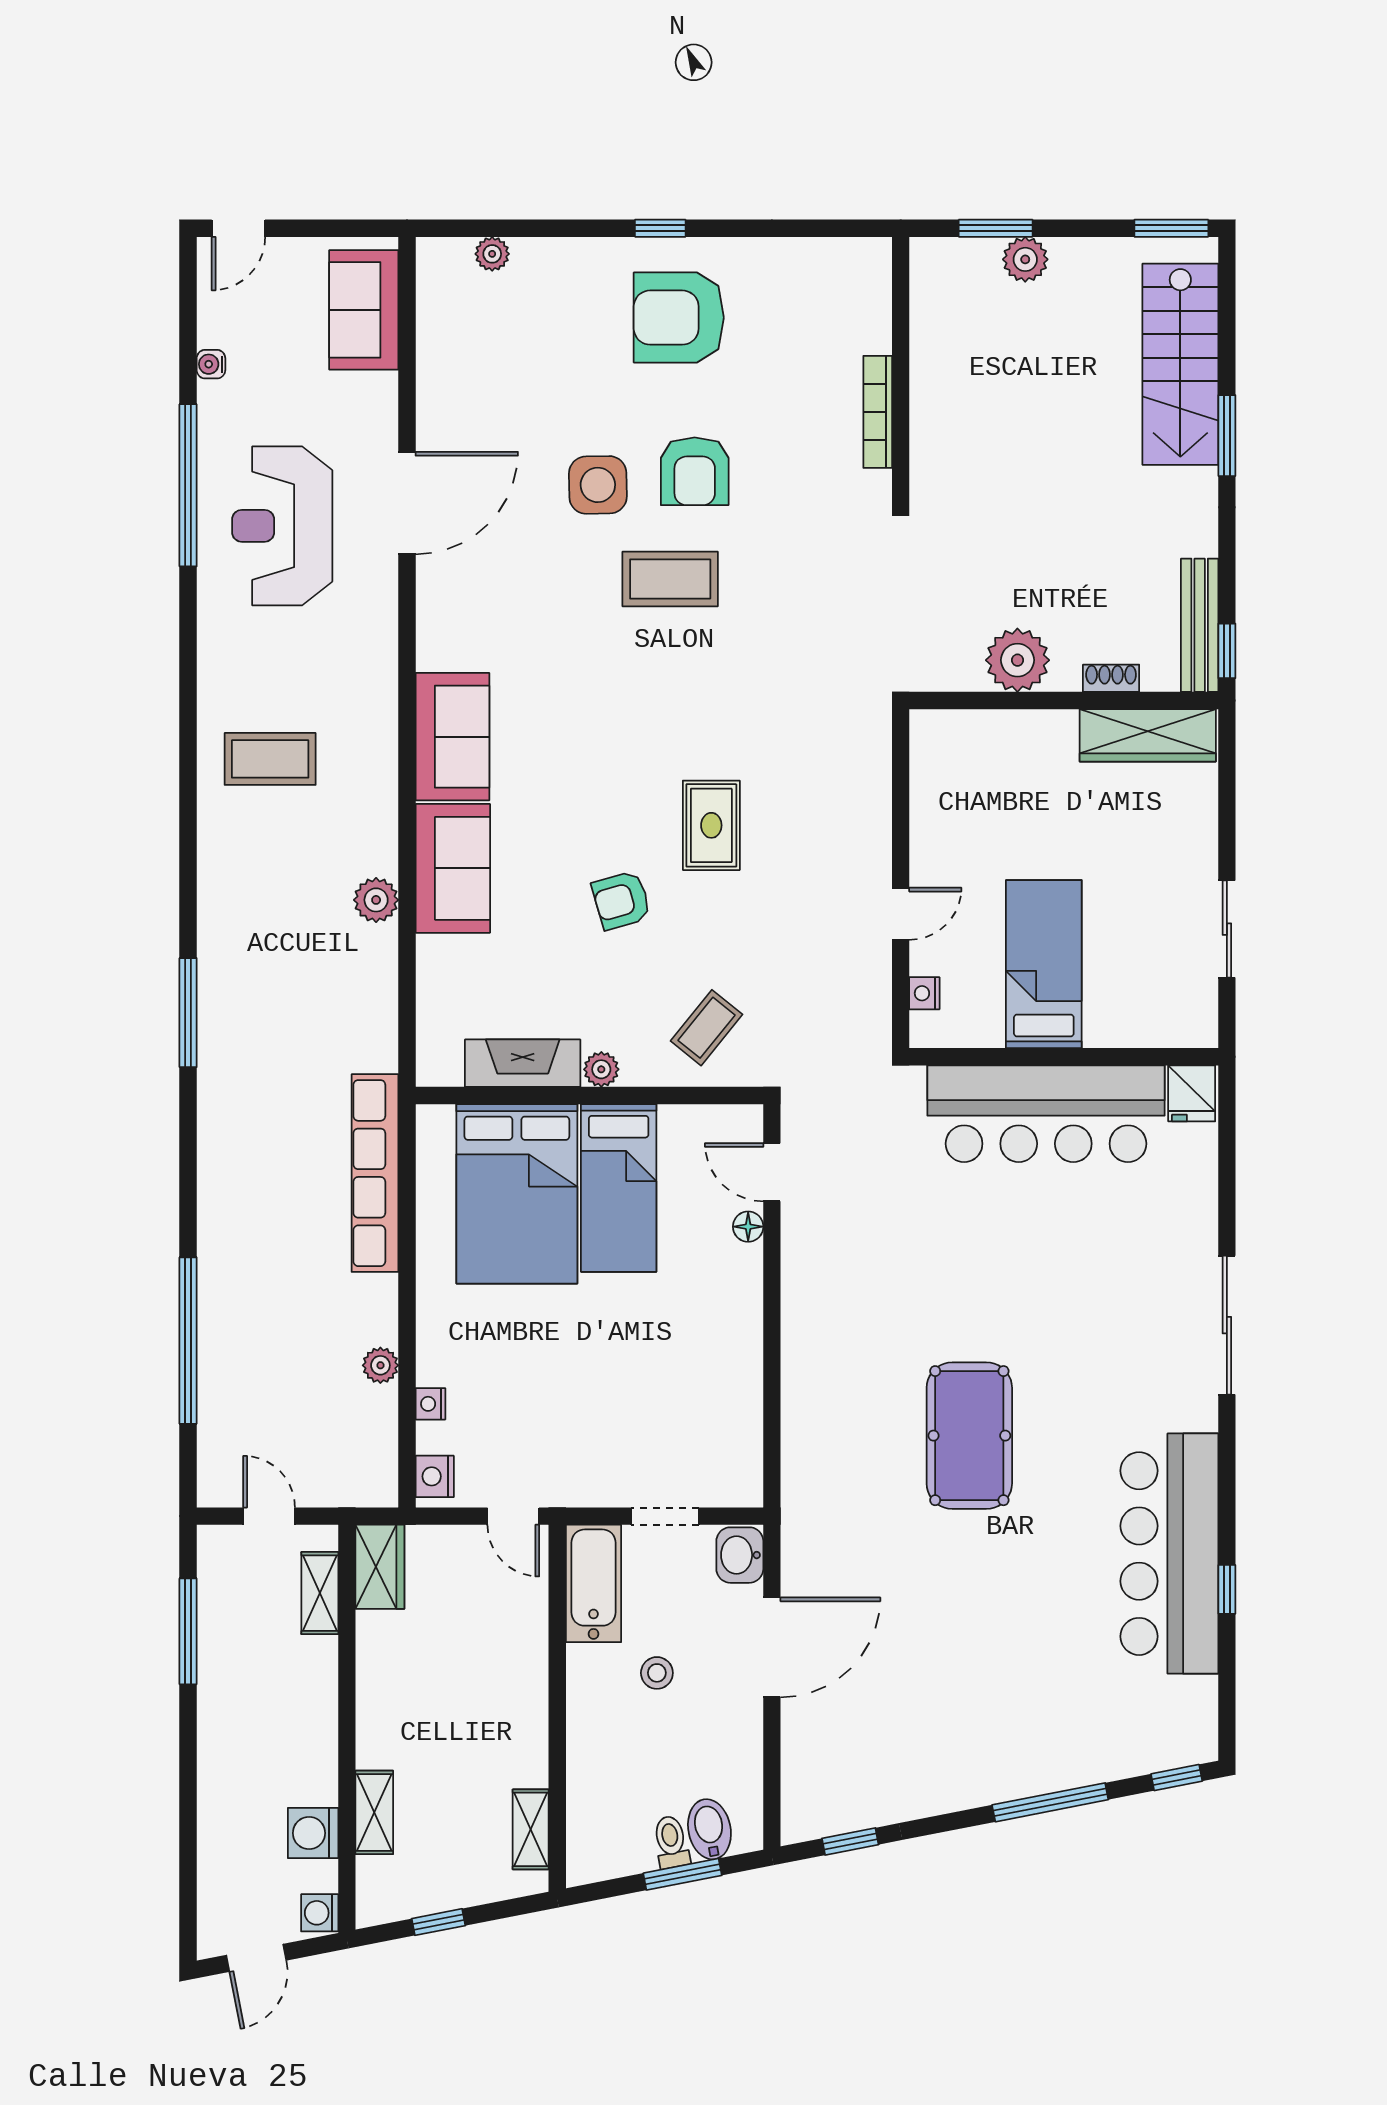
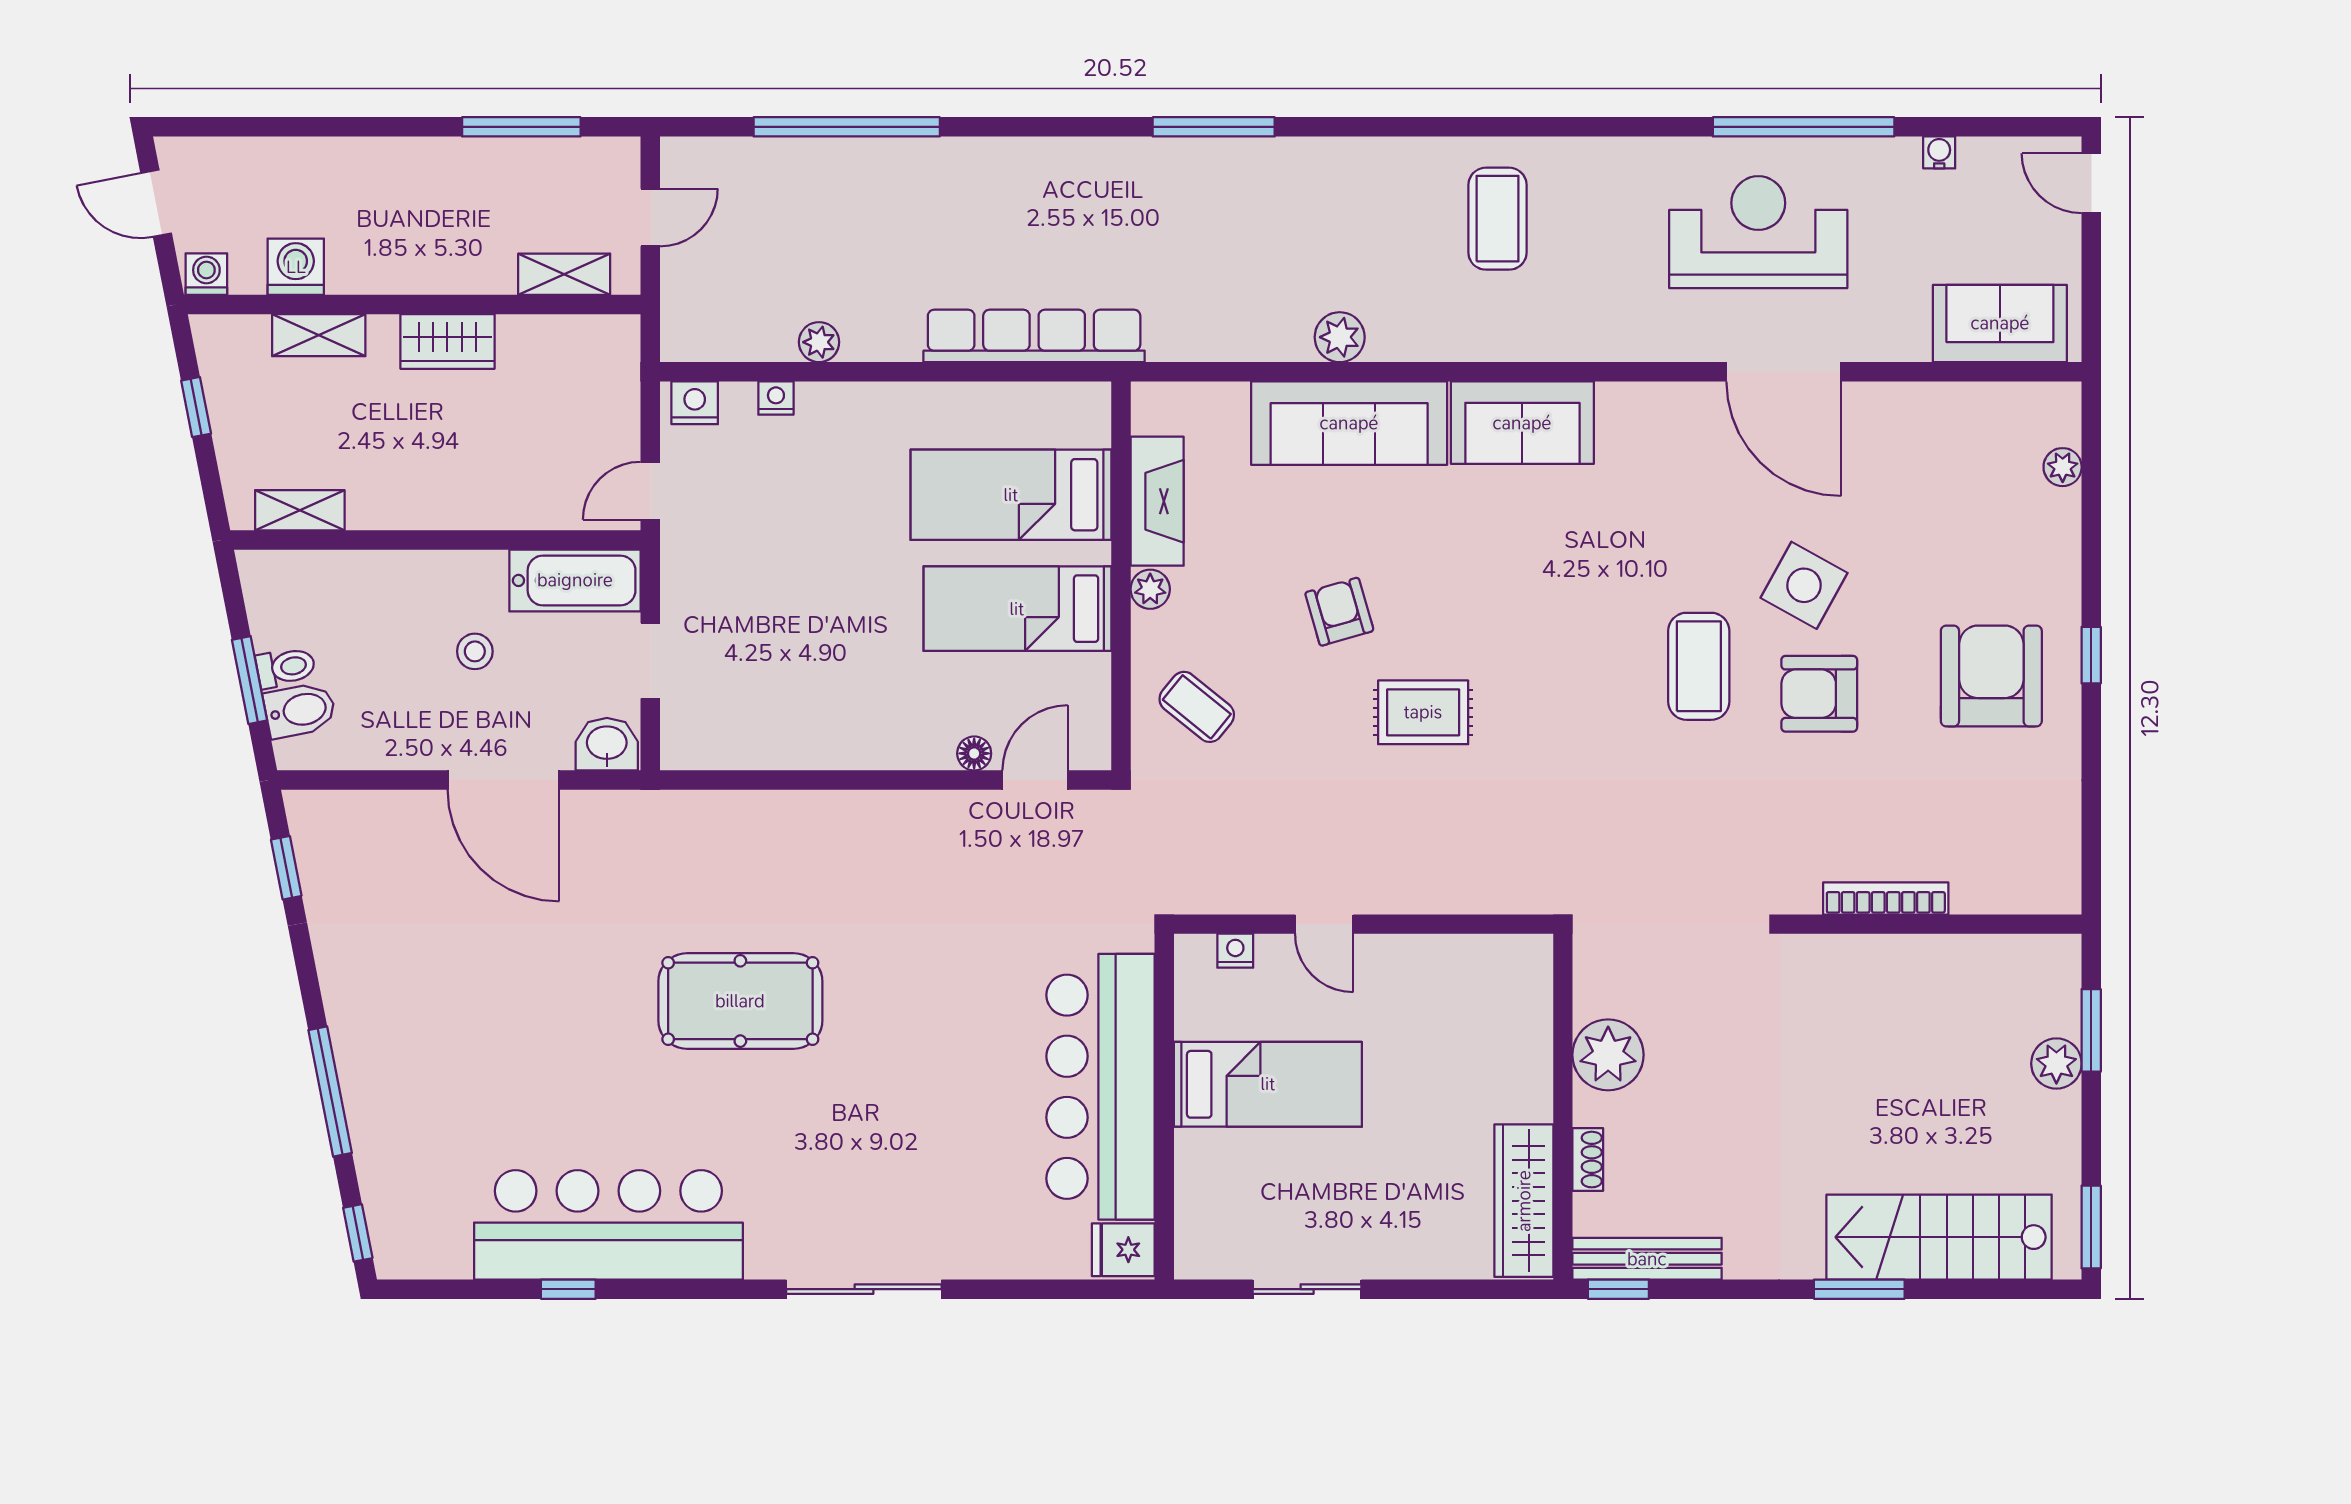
side table: (598, 485) -> (1804, 585), turned 30
sofa: (453, 868) -> (1349, 423), width x1.36
bed: (517, 1194) -> (1011, 495), width x0.67
wardrobe: (380, 1567) -> (447, 341), moved

